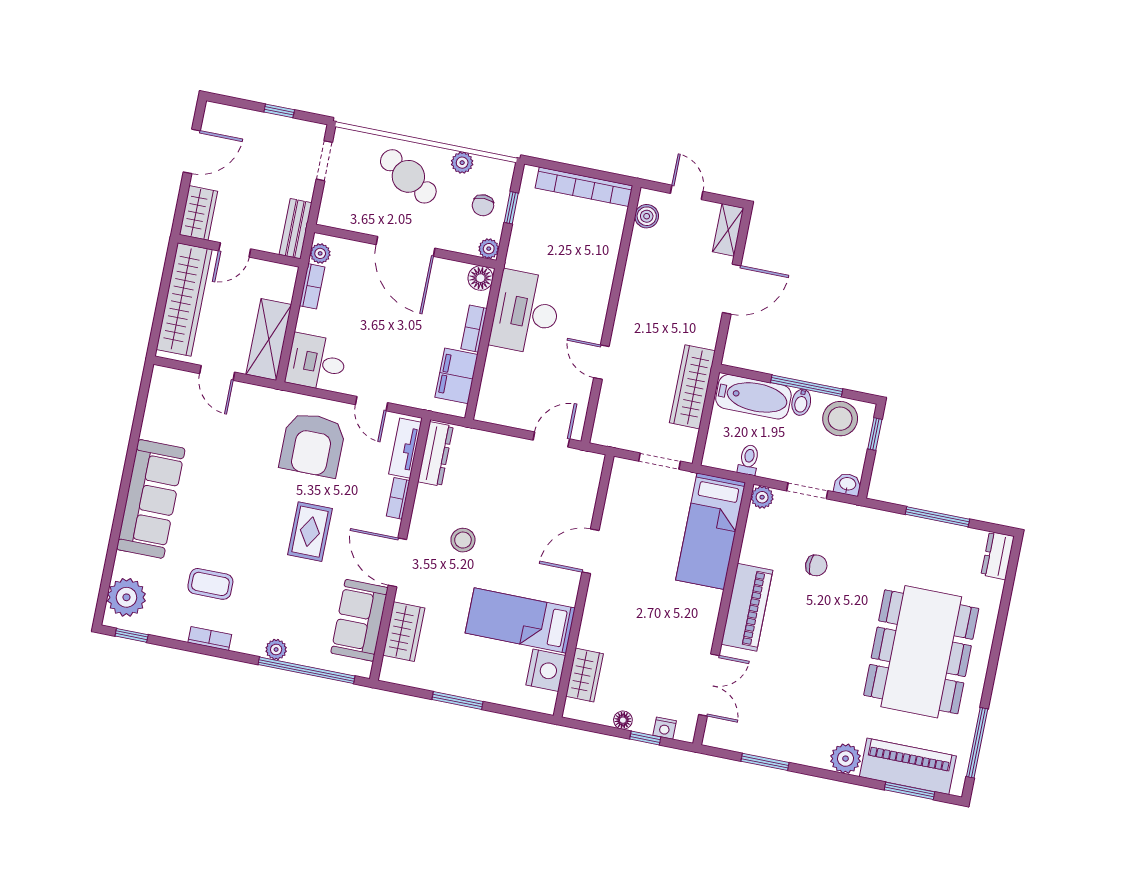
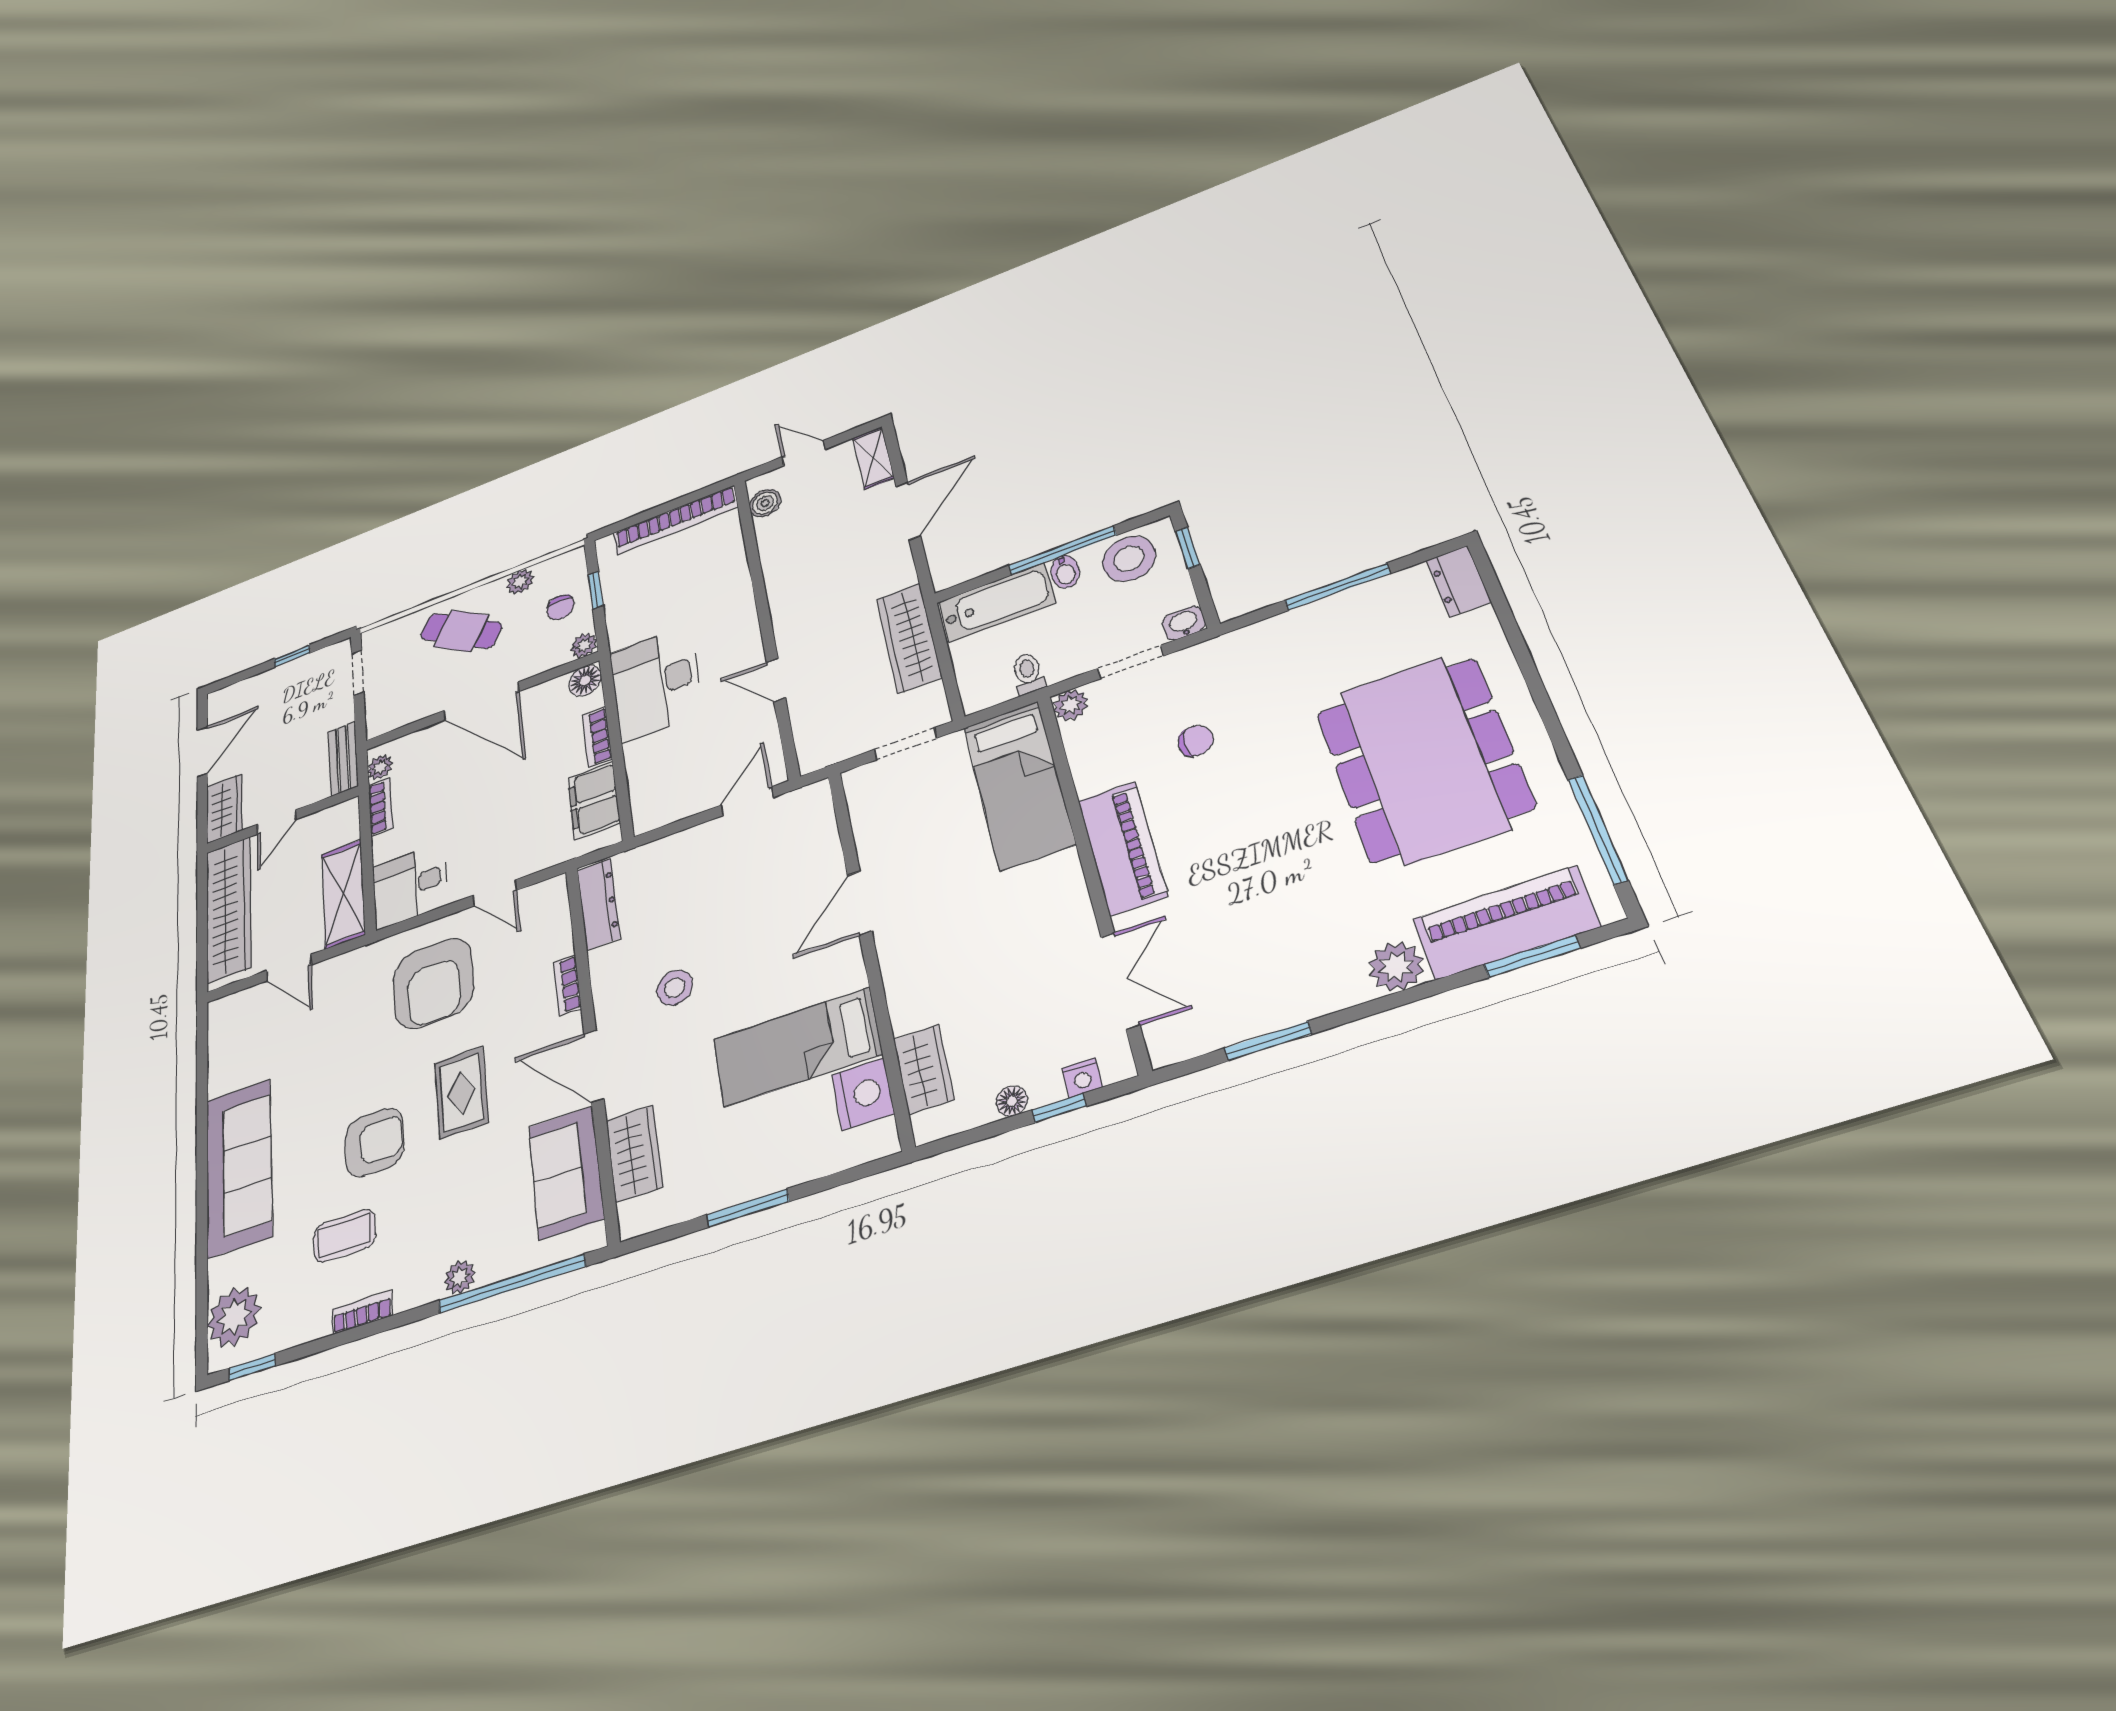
tv unit: (405, 448) -> (556, 920), removed
armchair: (245, 533) -> (374, 1142), added

